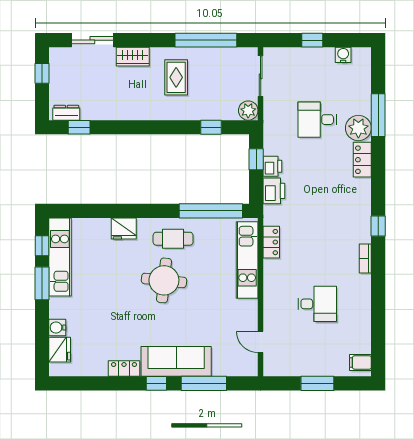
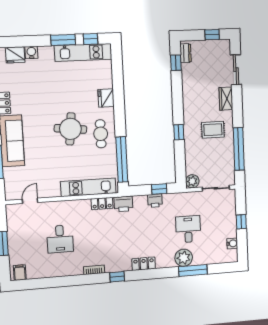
window: (211, 127) -> (179, 132), moved
locker: (362, 160) -> (144, 264), moved
printer: (274, 191) -> (123, 204), moved

